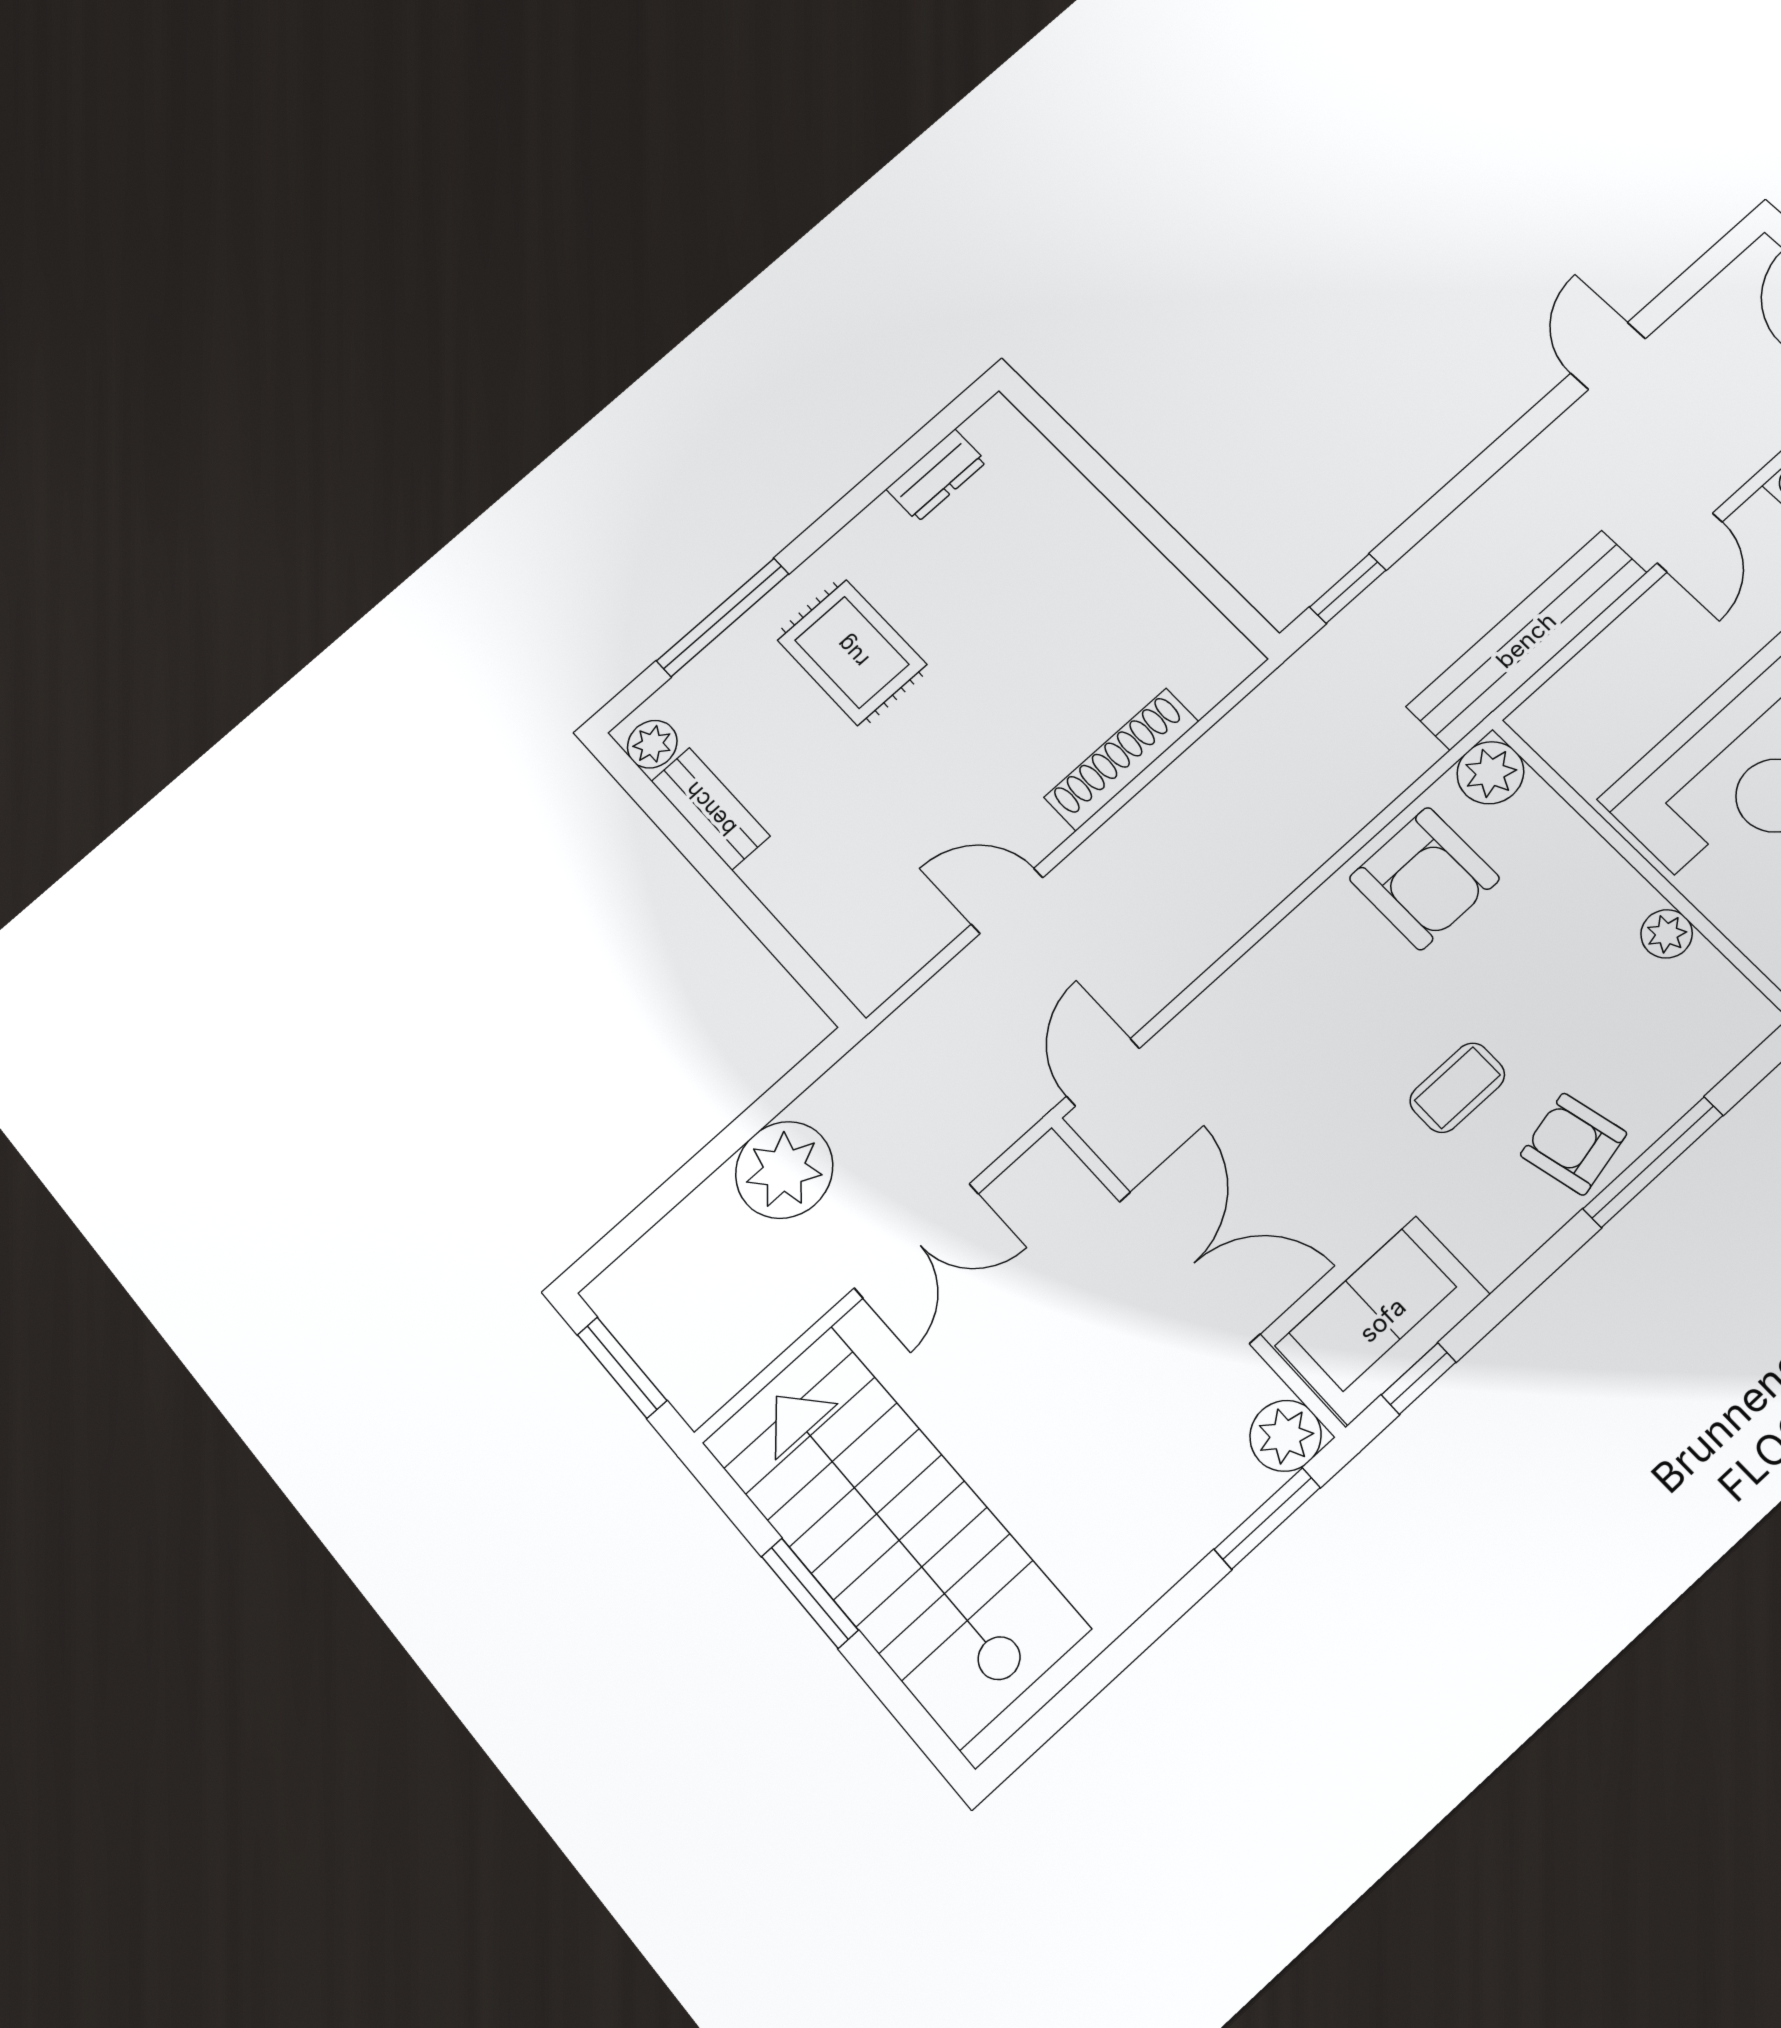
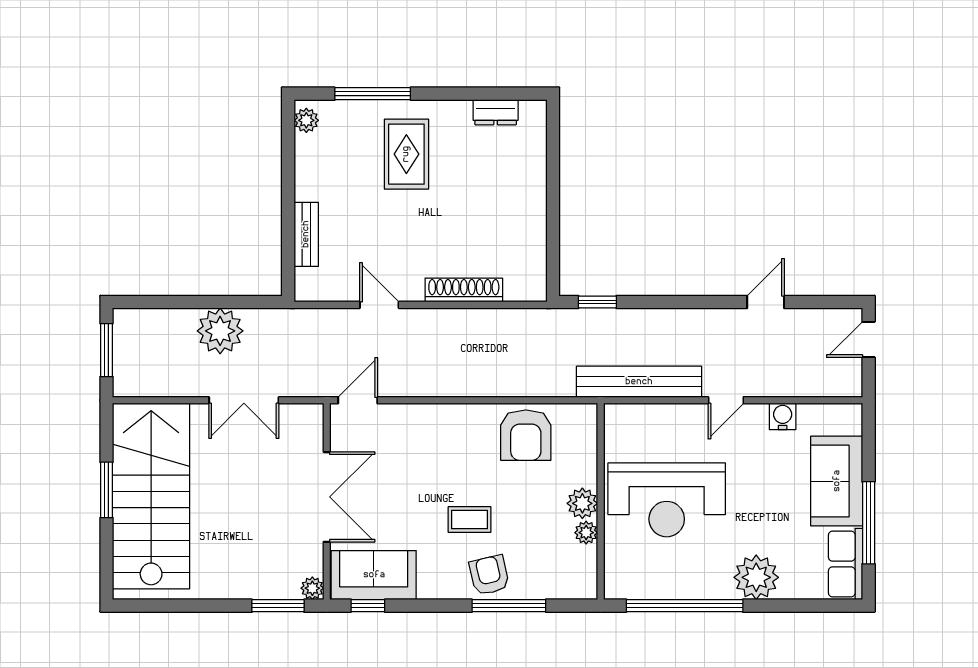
plant: (1490, 773) -> (582, 503), moved
bench: (710, 809) -> (306, 234), moved
plant: (1285, 1436) -> (312, 588), width x0.73, depth x0.73

